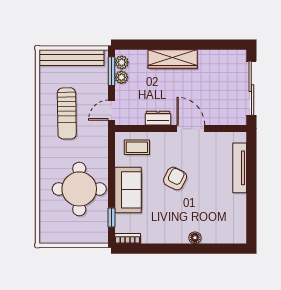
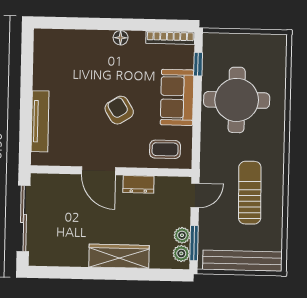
armchair: (175, 179) -> (119, 110), turned 121
floor lamp: (195, 238) -> (121, 38), moved
bookcase: (128, 239) -> (170, 38), width x1.56

